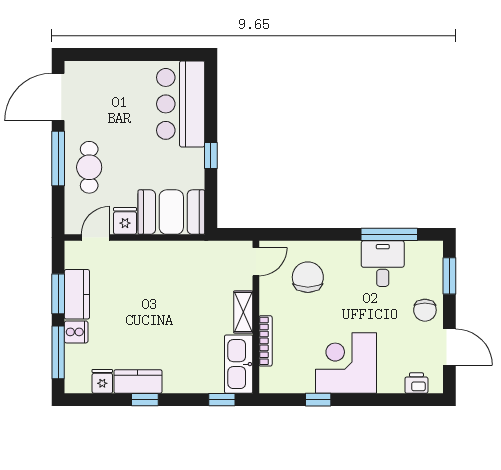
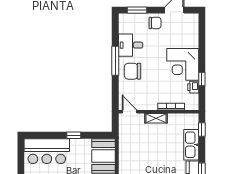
window: (389, 234) -> (115, 61), moved
chair: (308, 277) -> (133, 71), moved
kitchen sink: (239, 364) -> (191, 145), moved, turned 90
printer: (416, 383) -> (193, 87), moved

